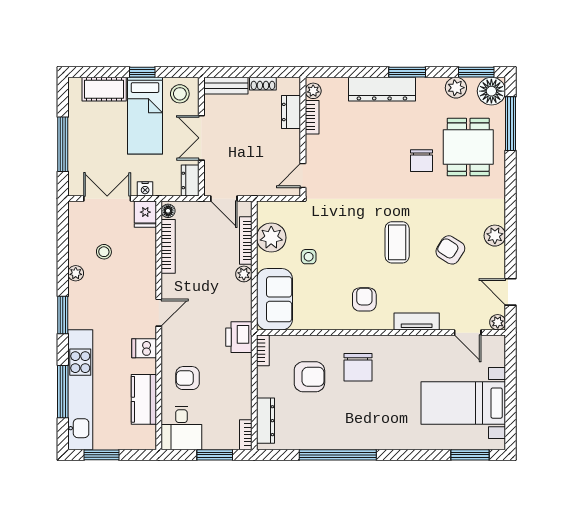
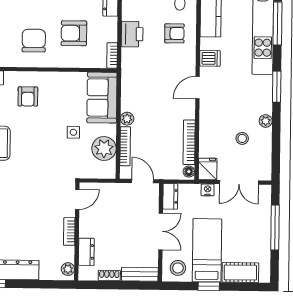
bookcase: (312, 117) -> (69, 231), moved
printer: (239, 337) -> (132, 34), moved

